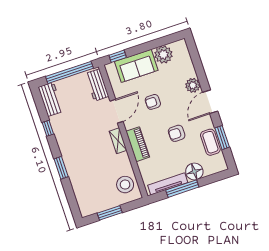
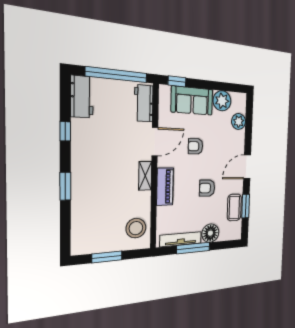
plant: (193, 85) -> (239, 122), moved

